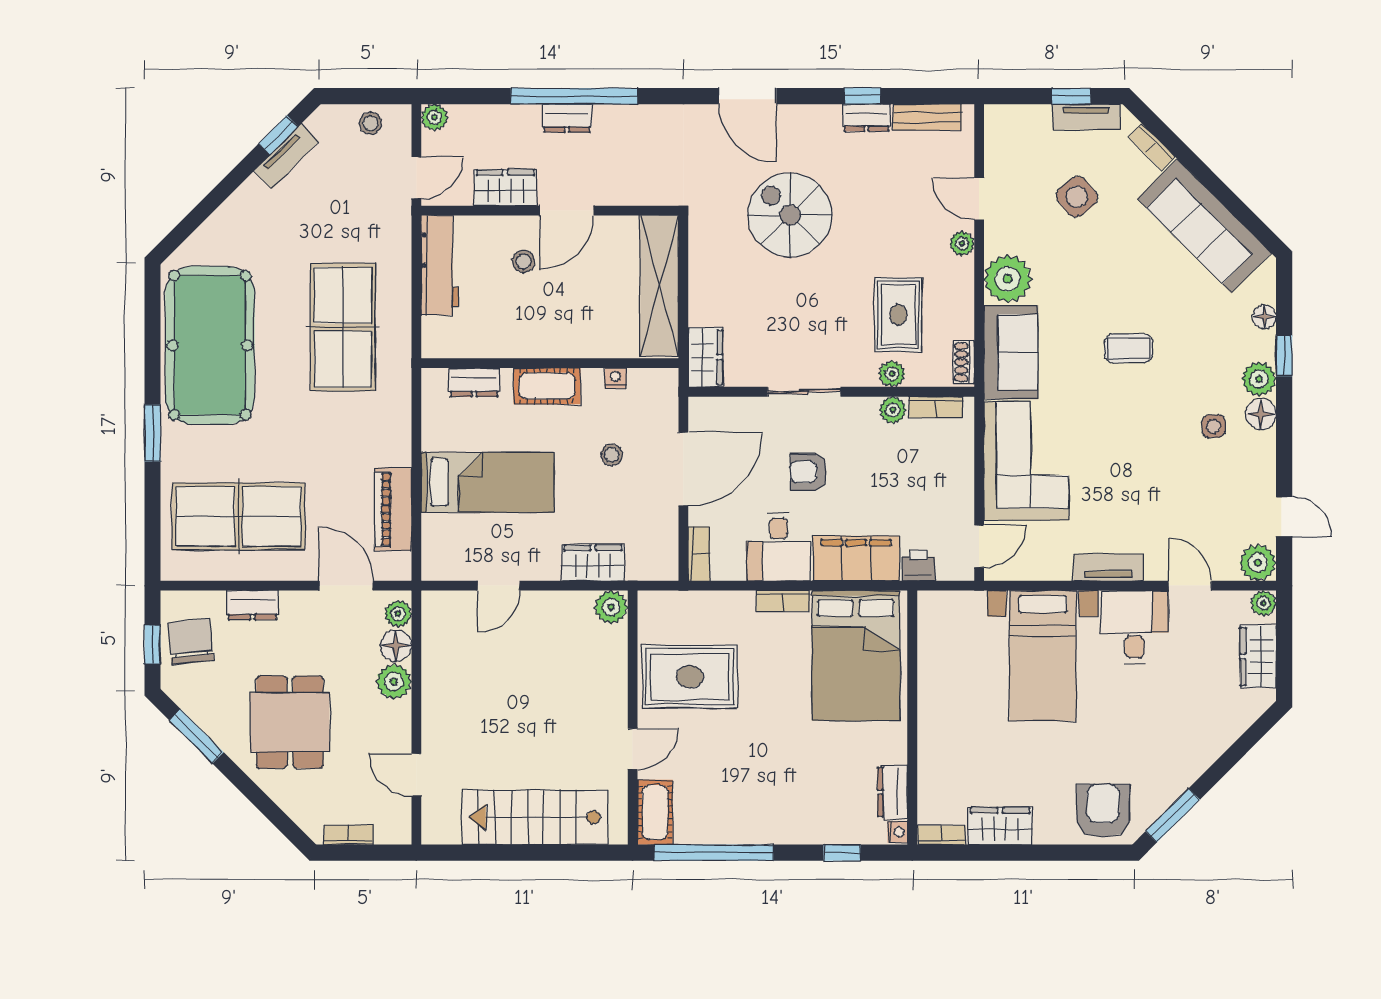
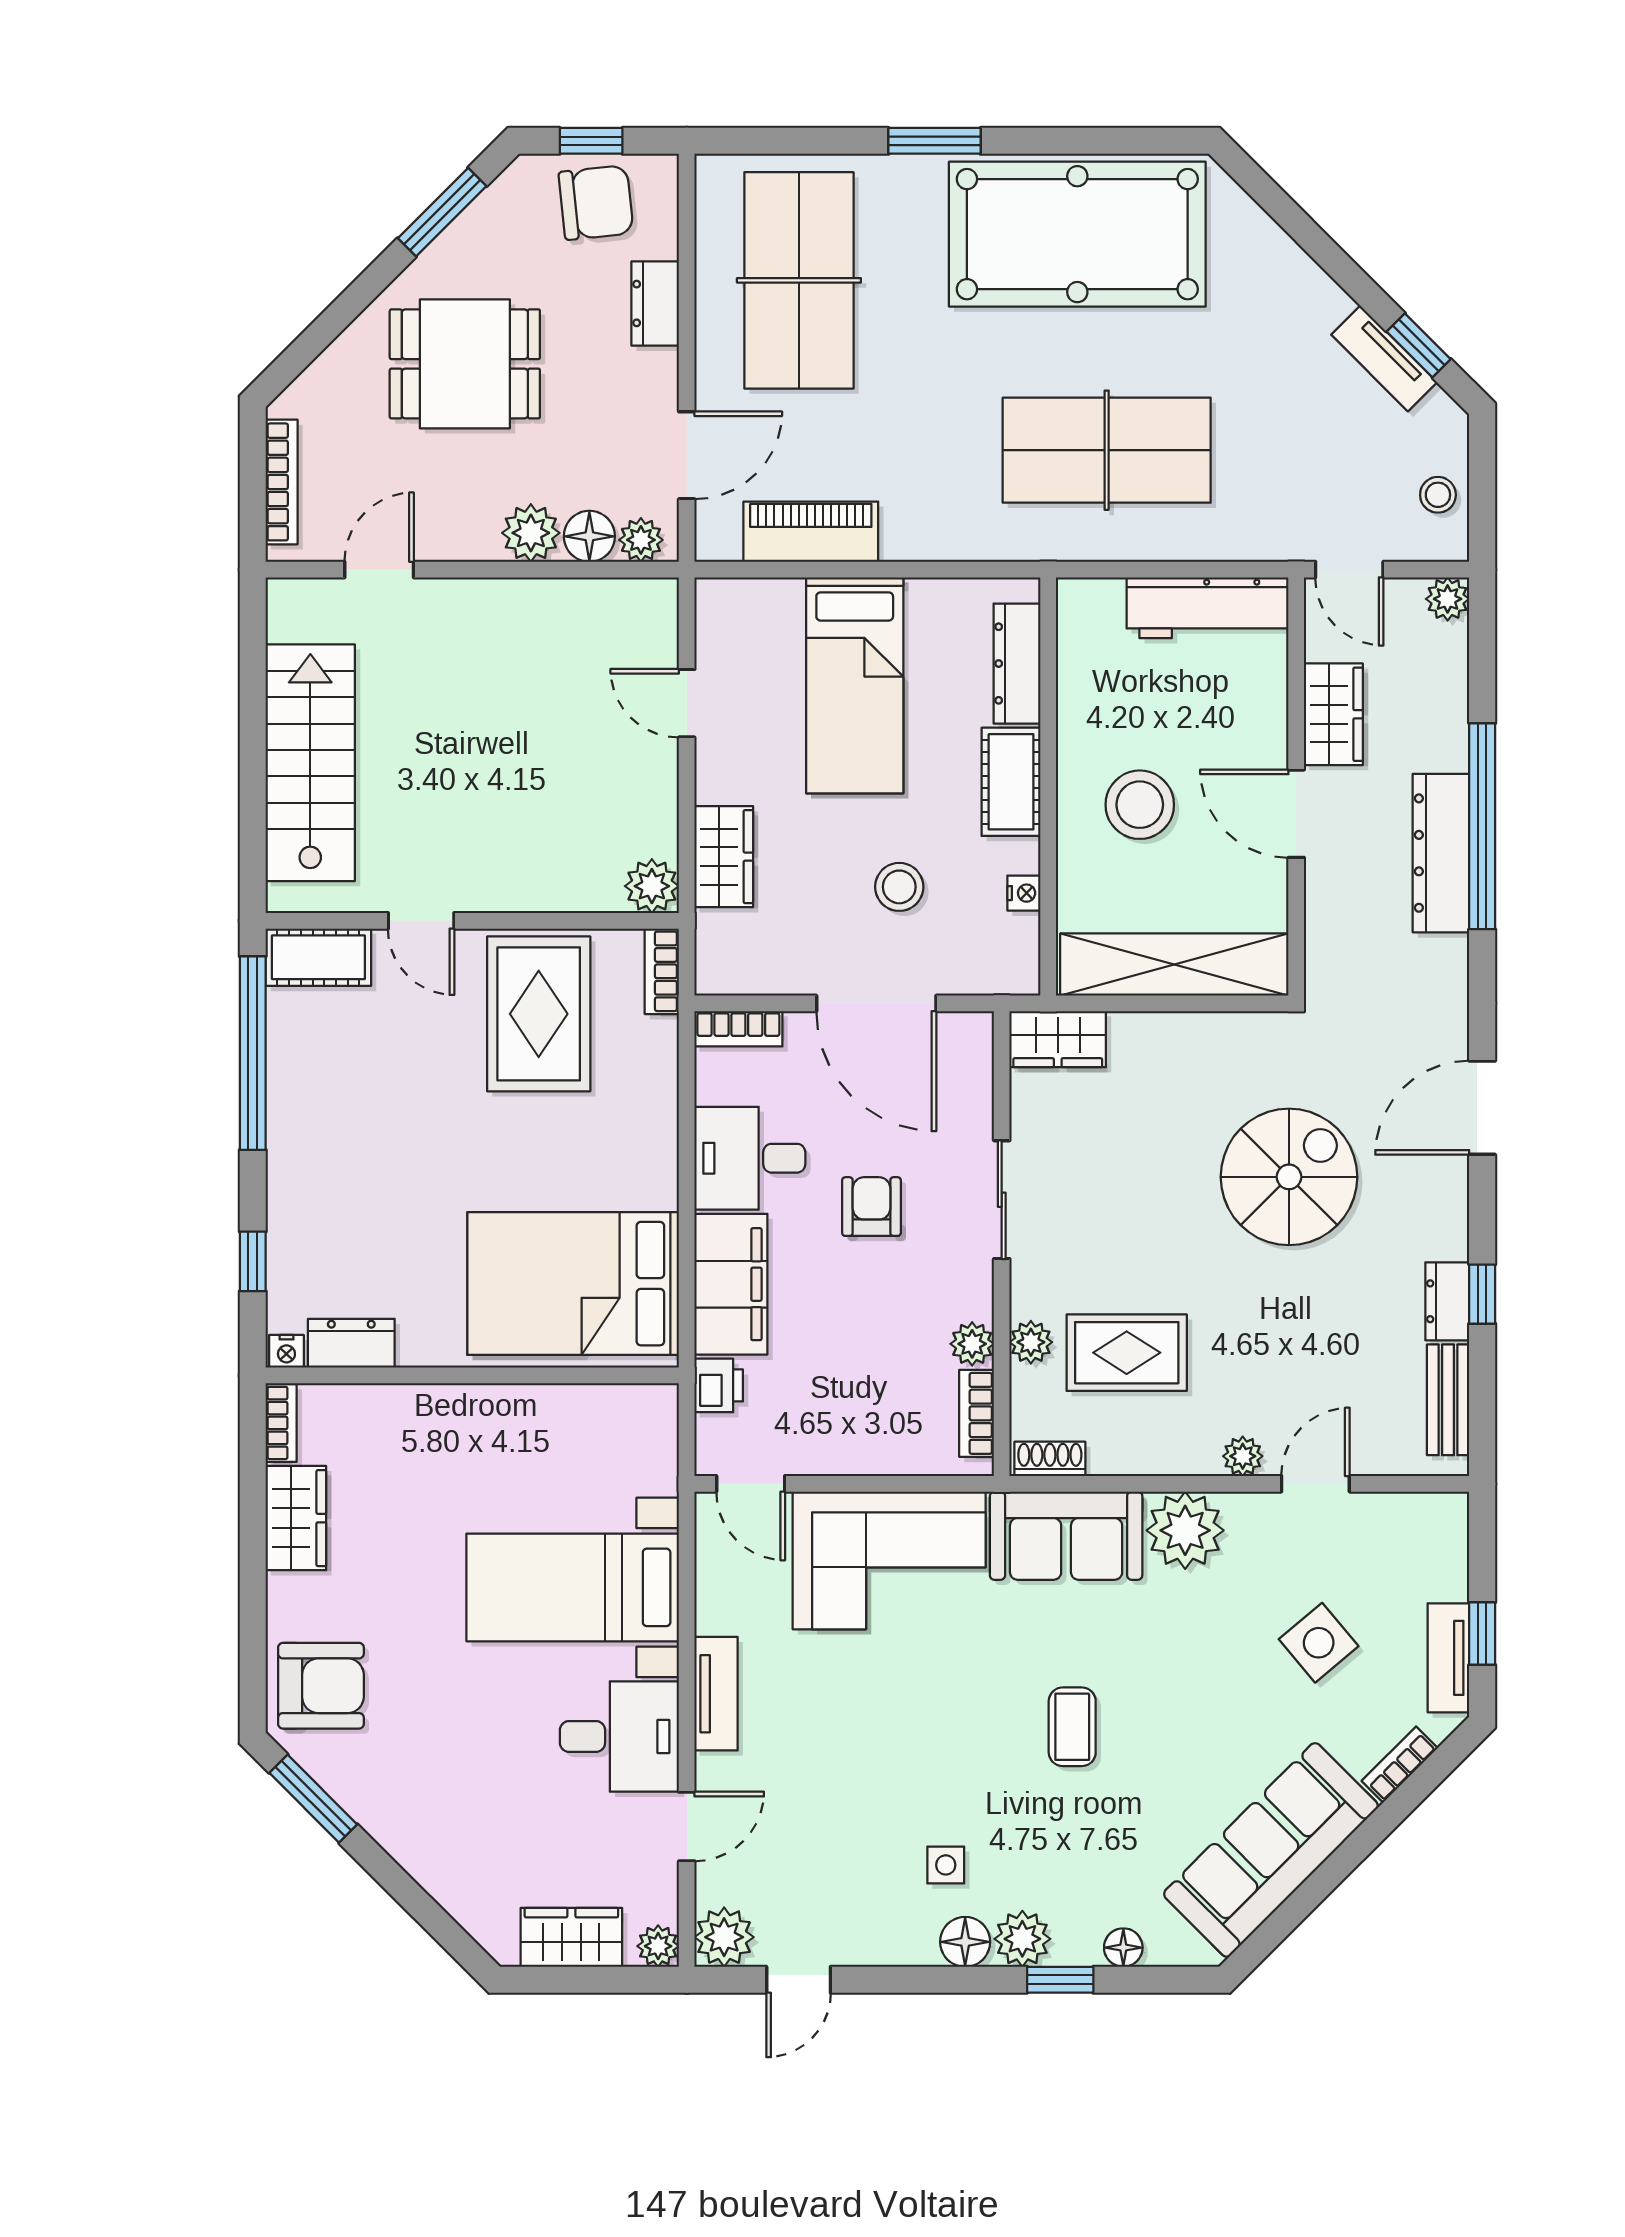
dresser: (567, 118) -> (1441, 853), width x1.96, depth x1.24
stool: (524, 261) -> (1140, 805), moved, width x1.89, depth x1.89
dresser: (474, 382) -> (1017, 664), width x1.44
stool: (612, 455) -> (899, 887), width x1.37, depth x1.37
bookcase: (783, 601) -> (662, 971), moved
bookcase: (349, 835) -> (282, 482), width x1.56

